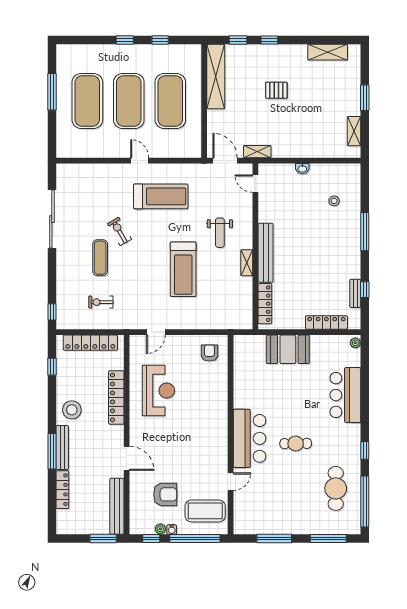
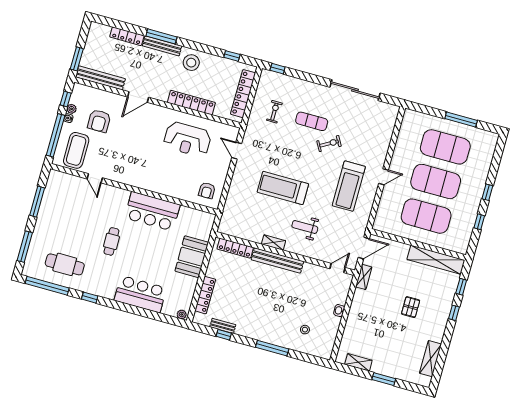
armchair: (209, 353) -> (207, 191), turned 90
bar counter: (250, 438) -> (152, 211), moved

